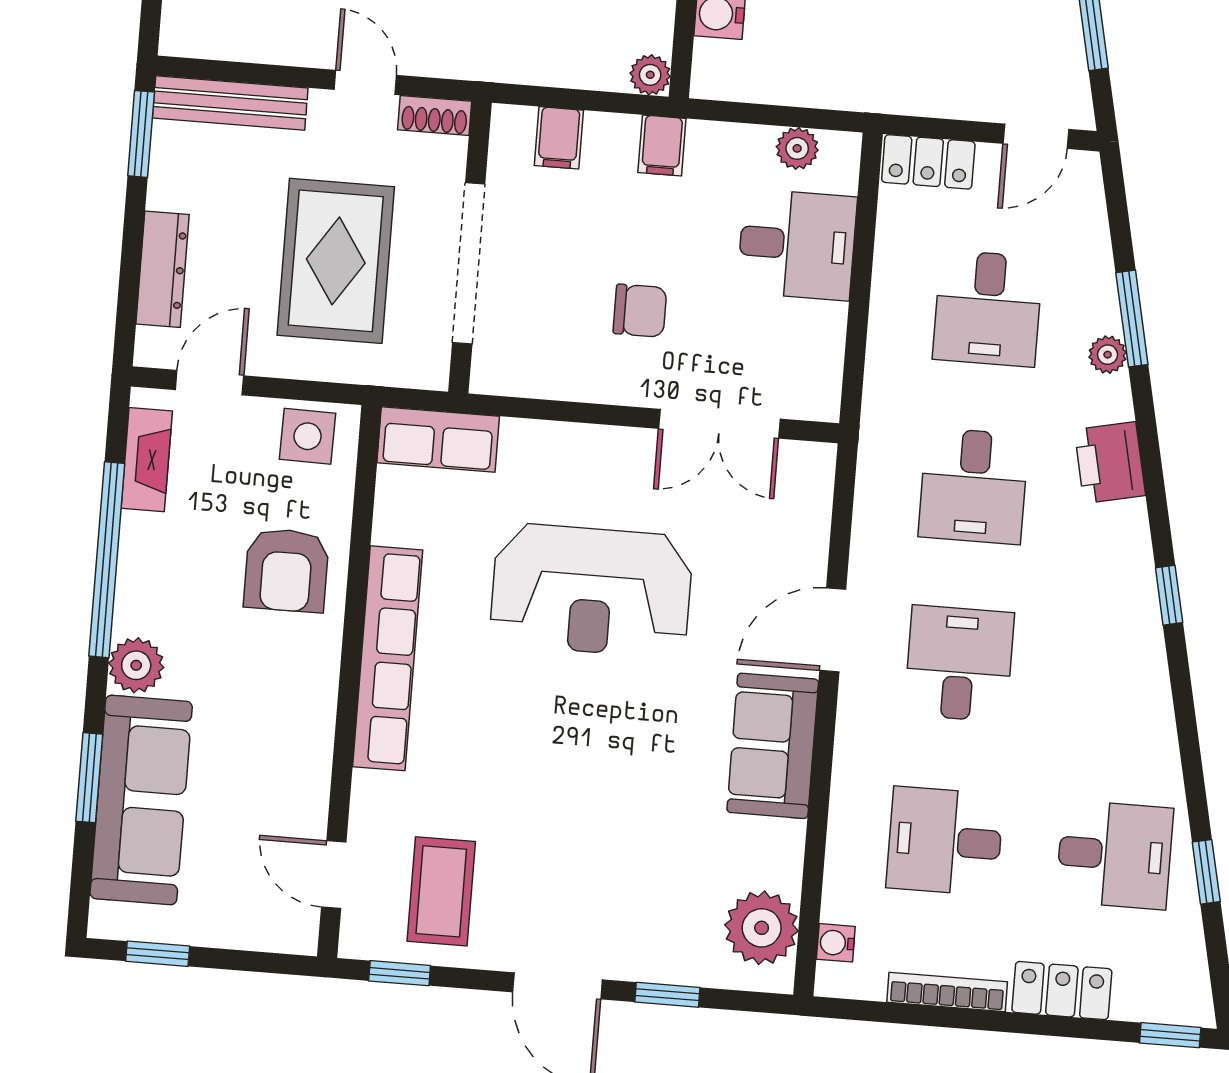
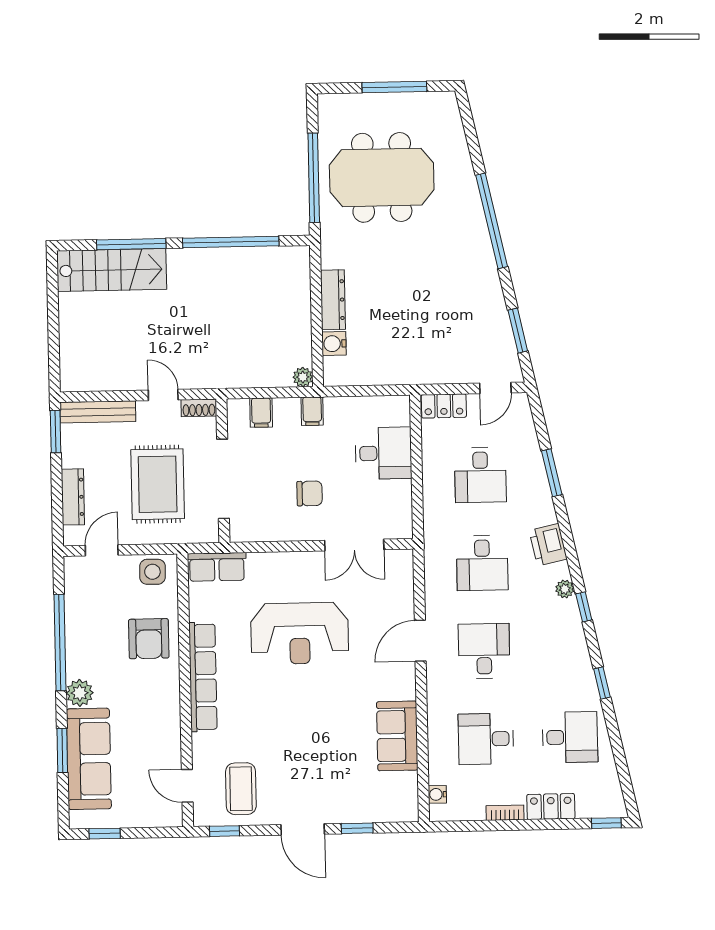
plant: (797, 148) -> (379, 406), removed
plant: (1108, 355) -> (565, 589), moved
fireplace: (147, 460) -> (75, 591), removed
sofa: (773, 746) -> (397, 736), moved
window: (1206, 872) -> (602, 683), moved
plant: (762, 928) -> (400, 791), removed
bookcase: (947, 992) -> (505, 813), width x0.64

